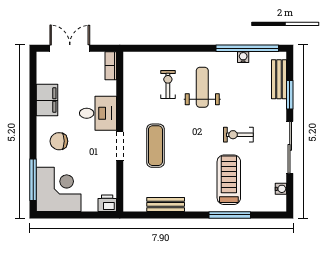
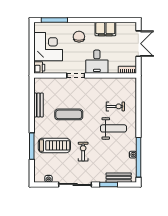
exercise mat: (155, 146) -> (69, 114), moved
corner desk: (59, 189) -> (48, 47), moved, turned -90

